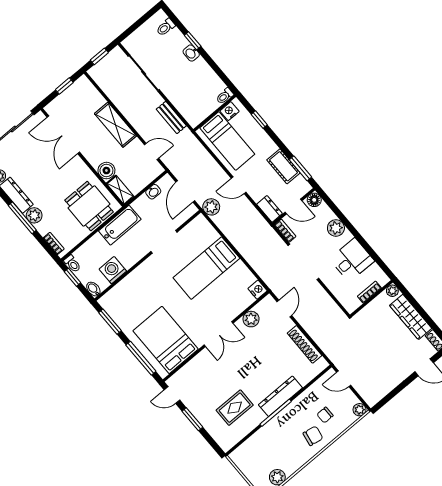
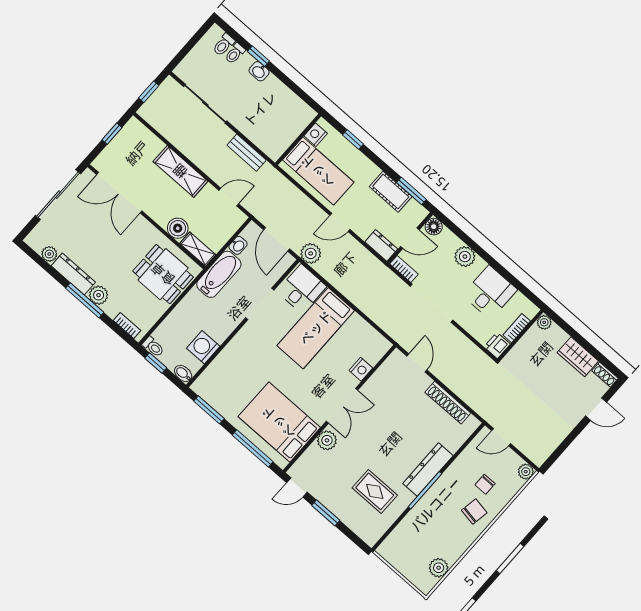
toilet: (225, 96) -> (235, 53), moved
bathtub: (120, 225) -> (219, 274), moved
desk: (200, 235) -> (302, 289), added
nightstand: (258, 290) -> (361, 369), moved, turned 90
printer: (351, 304) -> (497, 345), added
wardrobe: (411, 317) -> (578, 357), width x0.67
plant: (251, 319) -> (327, 440), moved
rug: (235, 408) -> (375, 491), turned 90

